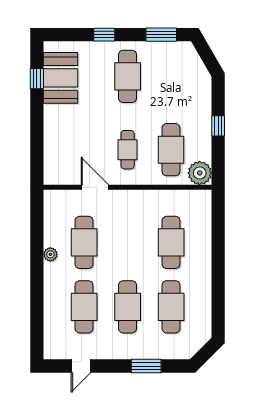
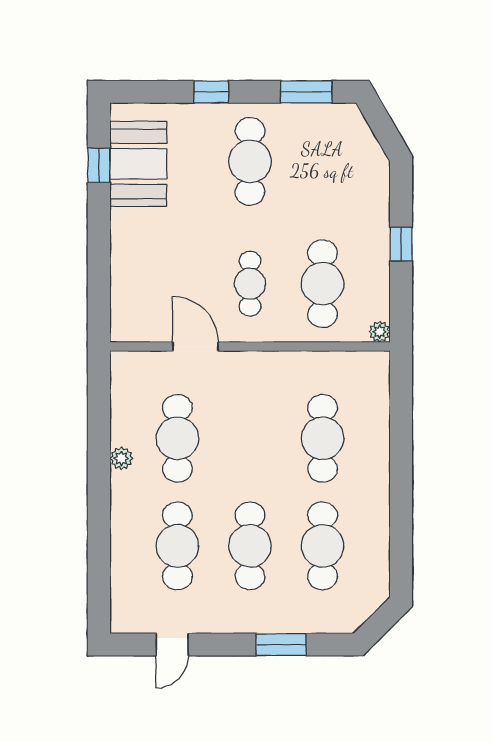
plant: (200, 173) -> (380, 332), width x0.53, depth x0.53

